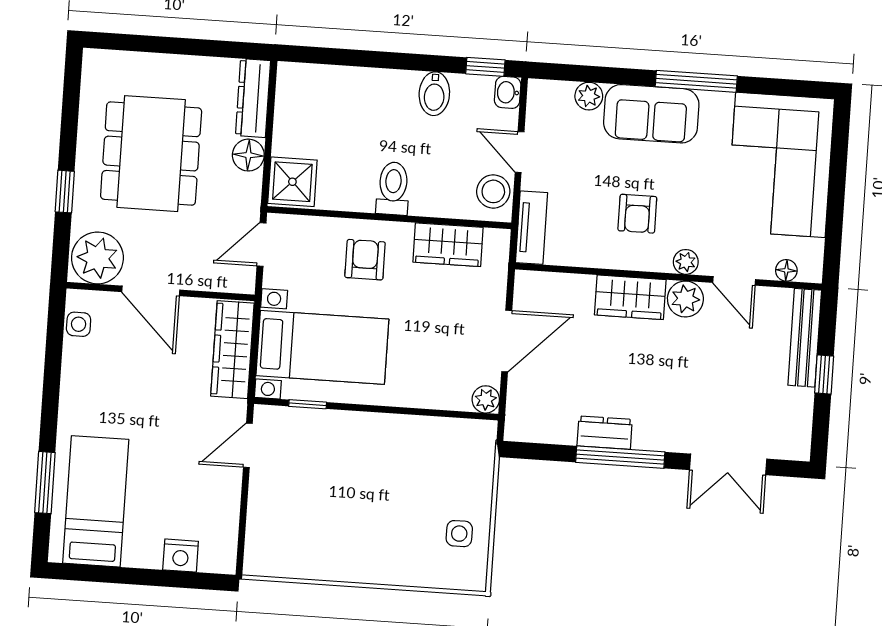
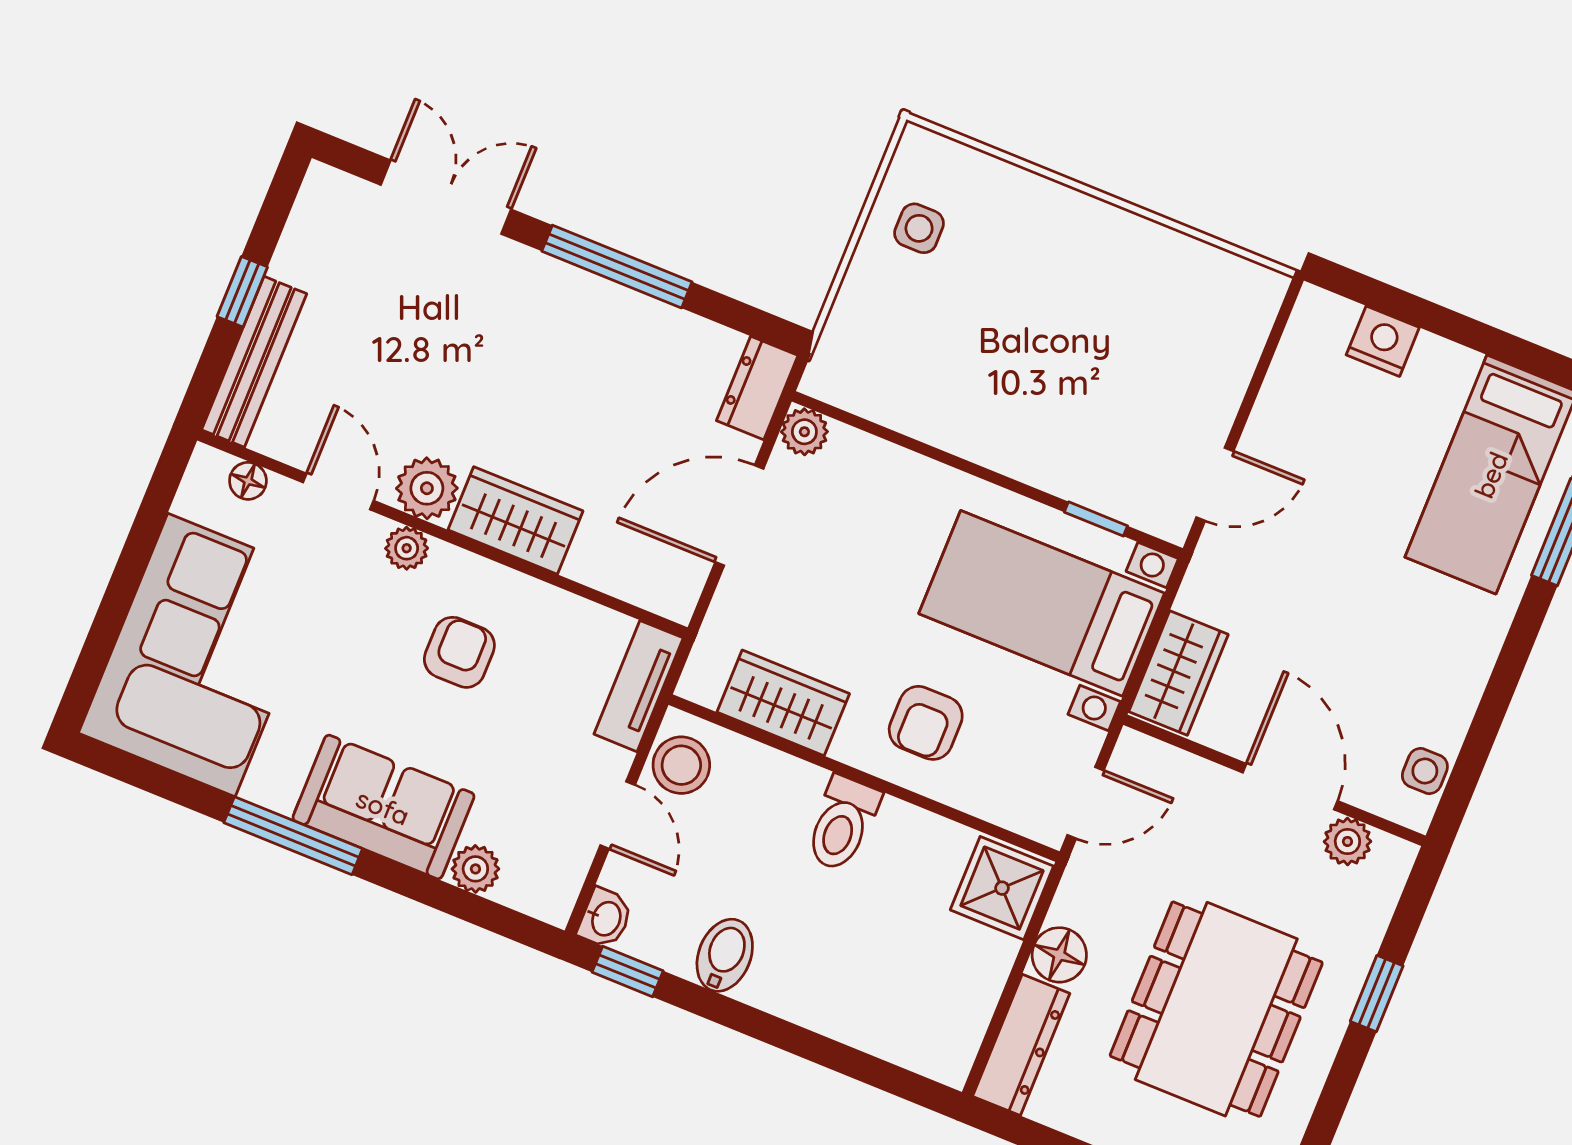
plant: (97, 258) -> (1347, 841), width x0.53, depth x0.53
wardrobe: (232, 350) -> (1178, 673), width x0.67
dresser: (605, 433) -> (757, 388), moved, turned 90

